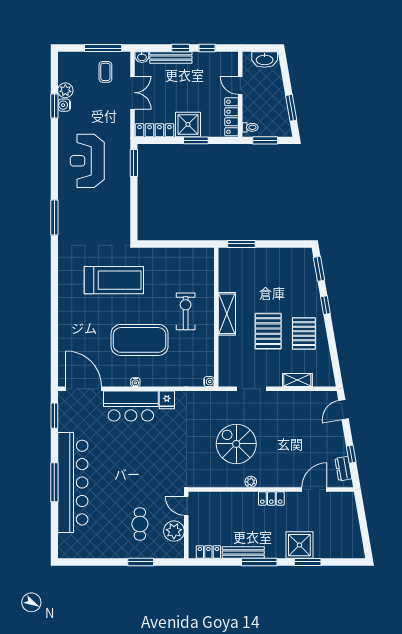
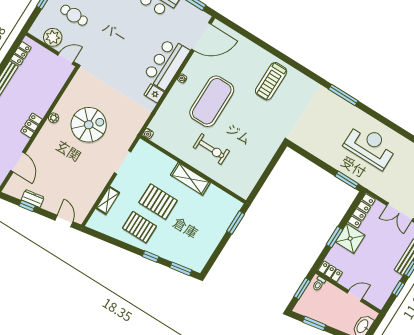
locker: (232, 117) -> (330, 271), width x0.66
treadmill: (114, 280) -> (271, 81), moved, width x0.73, depth x0.73
dresser: (343, 469) -> (33, 199), moved

